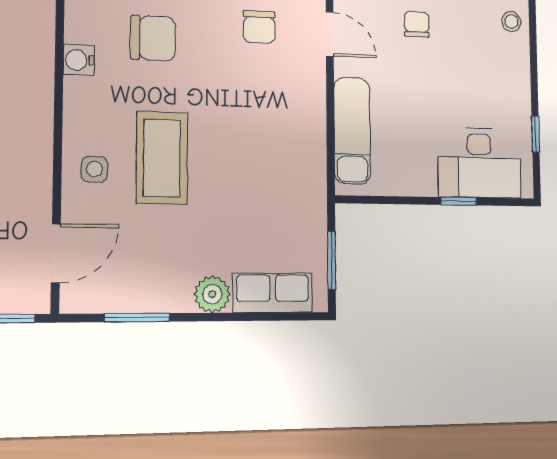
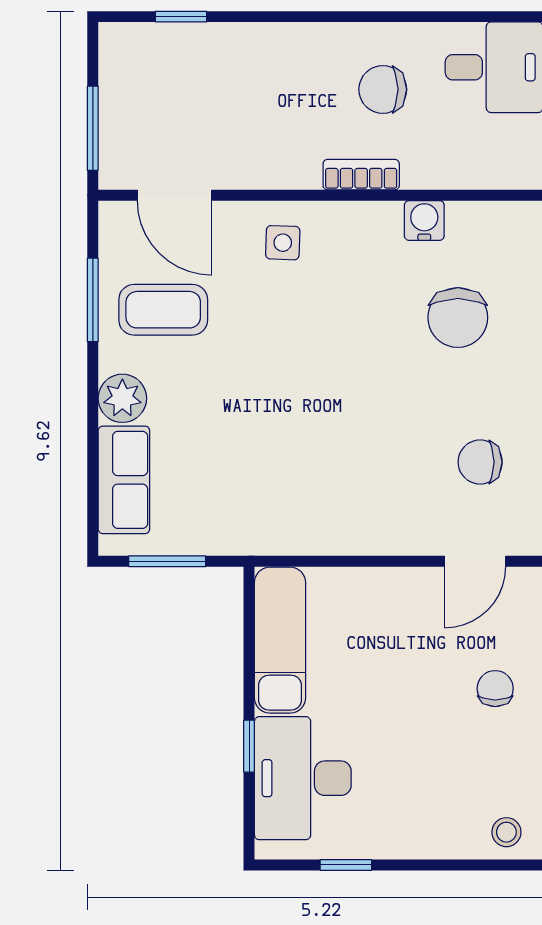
chair: (417, 24) -> (495, 689), turned -90
bookcase: (42, 107) -> (361, 175), added
exam couch: (352, 131) -> (280, 640), moved, turned -90
coffee table: (162, 158) -> (163, 310), moved, width x0.73, depth x0.76

